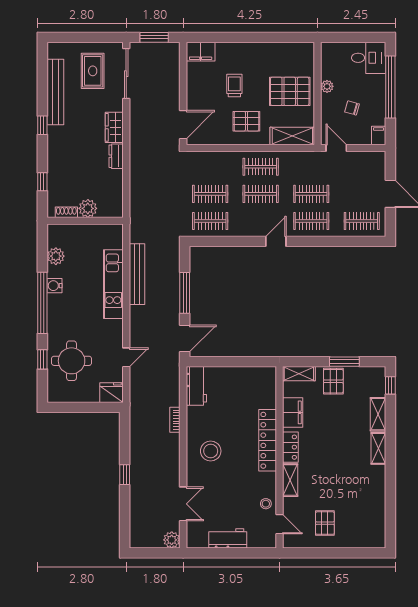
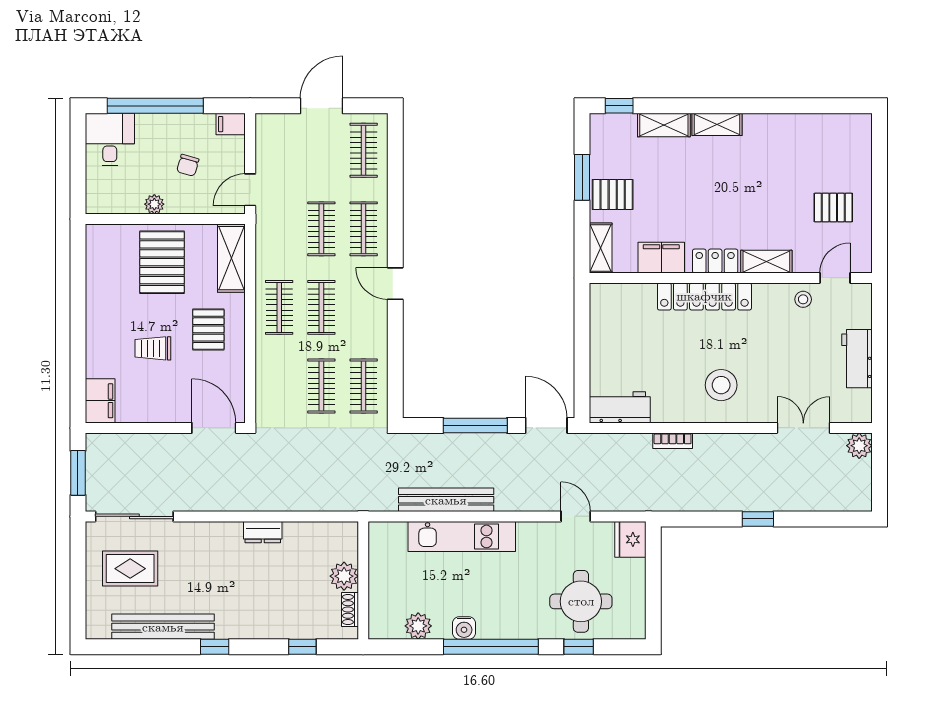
wardrobe: (114, 127) -> (218, 535), removed

